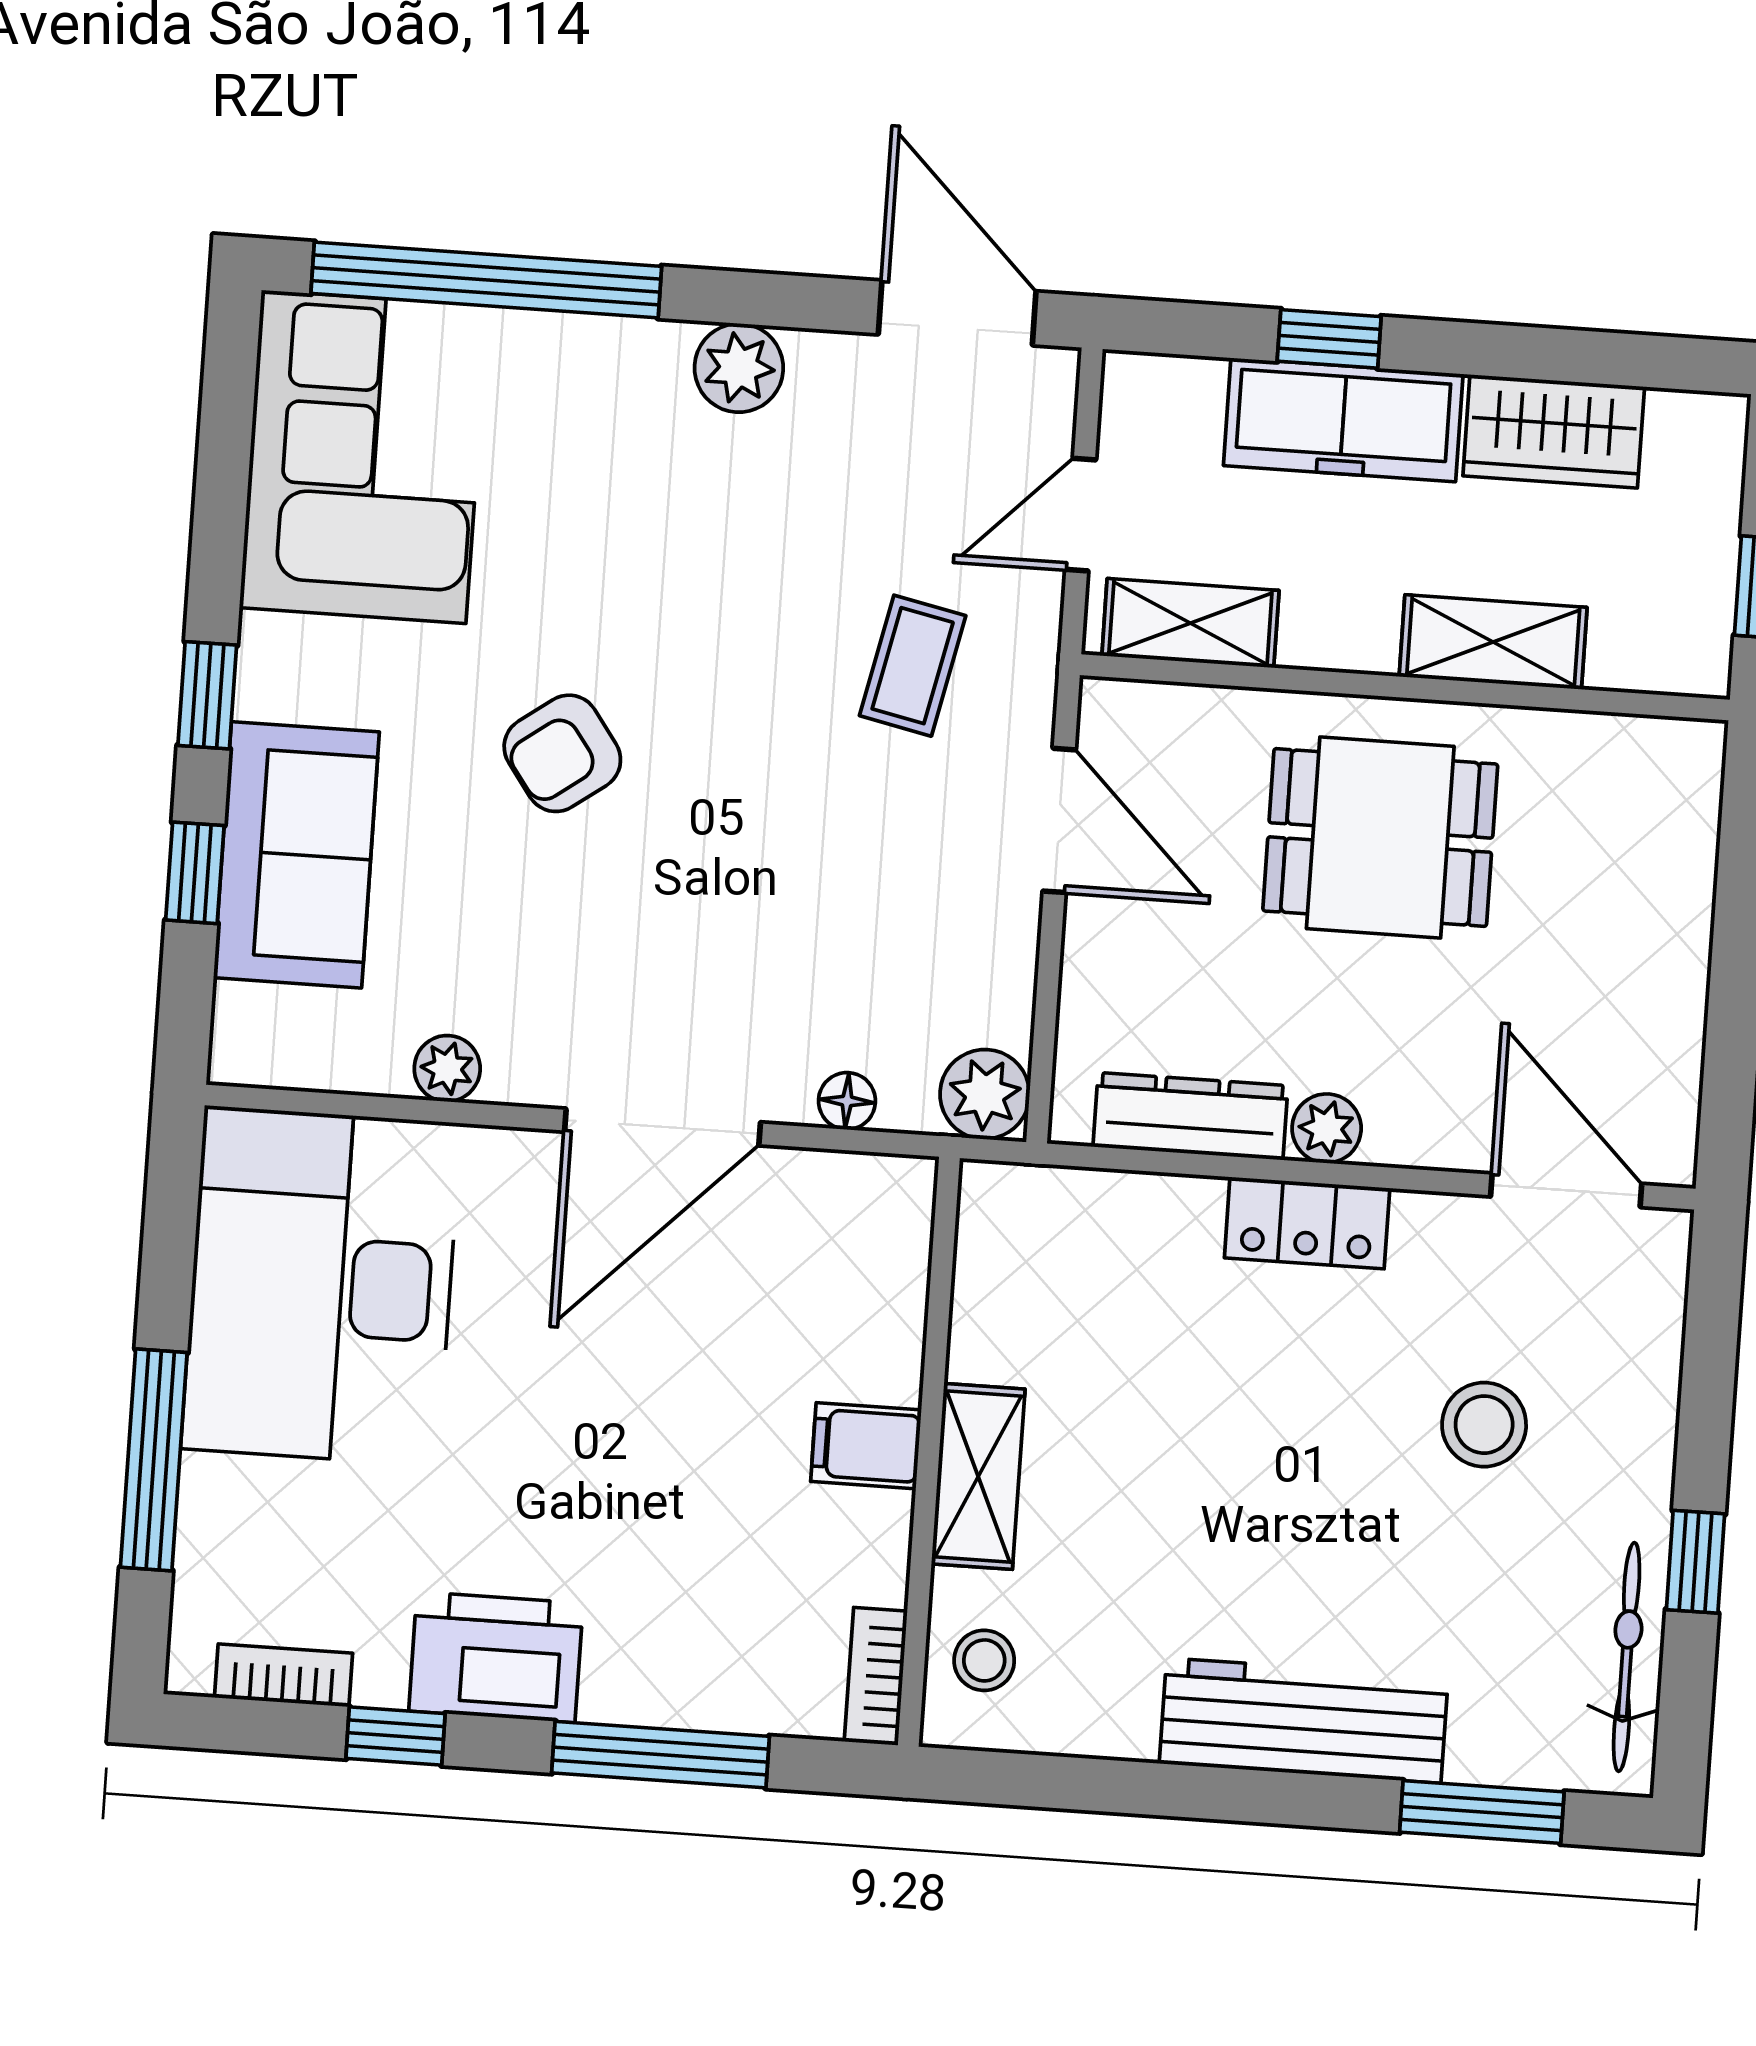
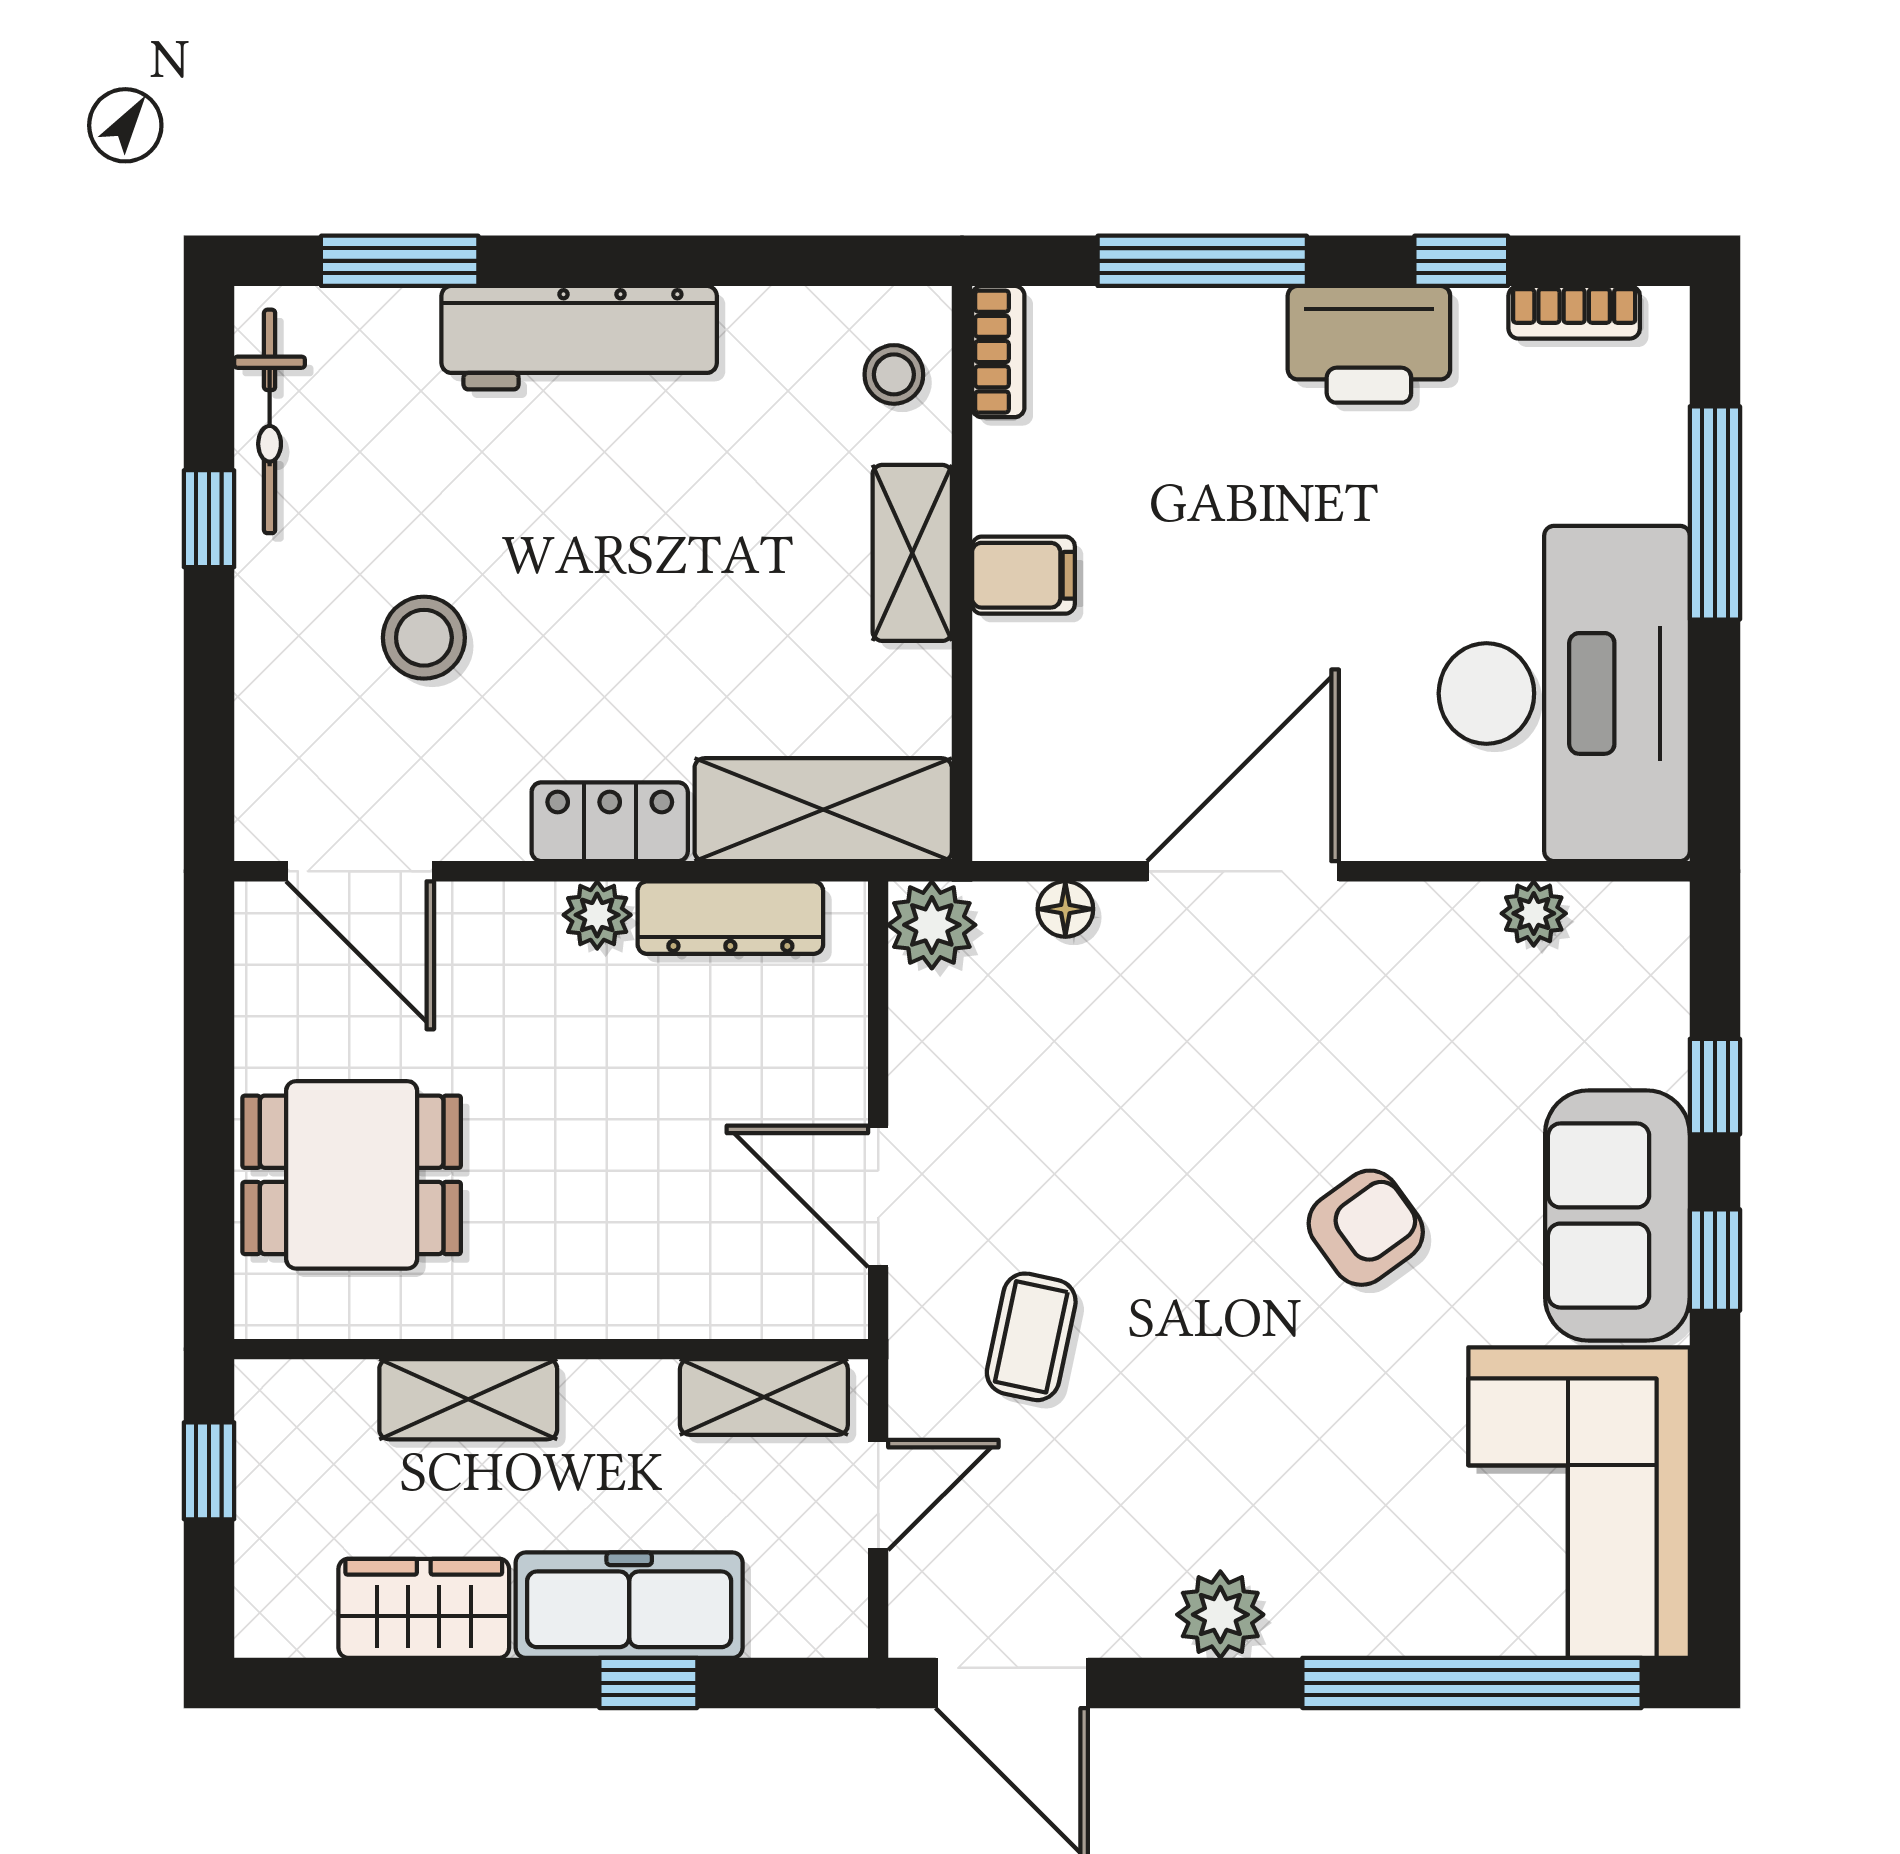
dining table: (1380, 837) -> (352, 1175), moved
sofa: (296, 855) -> (1617, 1215), moved
plant: (447, 1068) -> (1534, 913), moved
shelving: (1088, 1220) -> (823, 810), added

